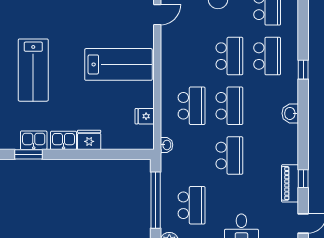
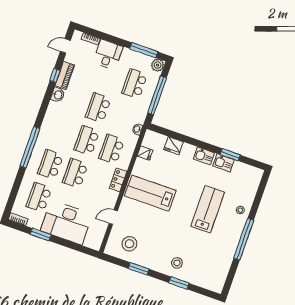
locker: (168, 67) -> (118, 180), added
window: (303, 70) -> (30, 147), width x3.17
washbasin: (290, 113) -> (58, 95), moved
fridge: (89, 140) -> (174, 146), moved

